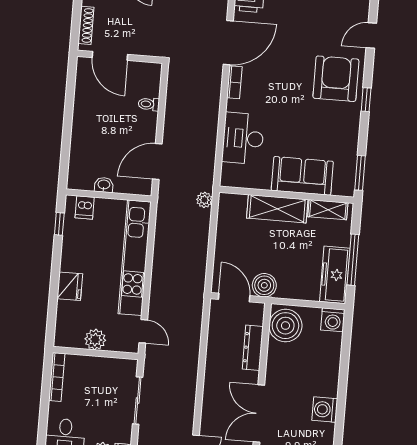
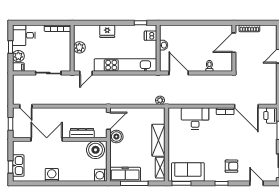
armchair: (336, 79) -> (232, 166), width x0.53, depth x0.53
sofa: (302, 176) -> (188, 172), moved, turned -90

